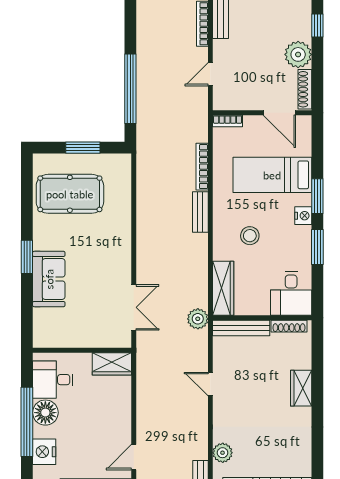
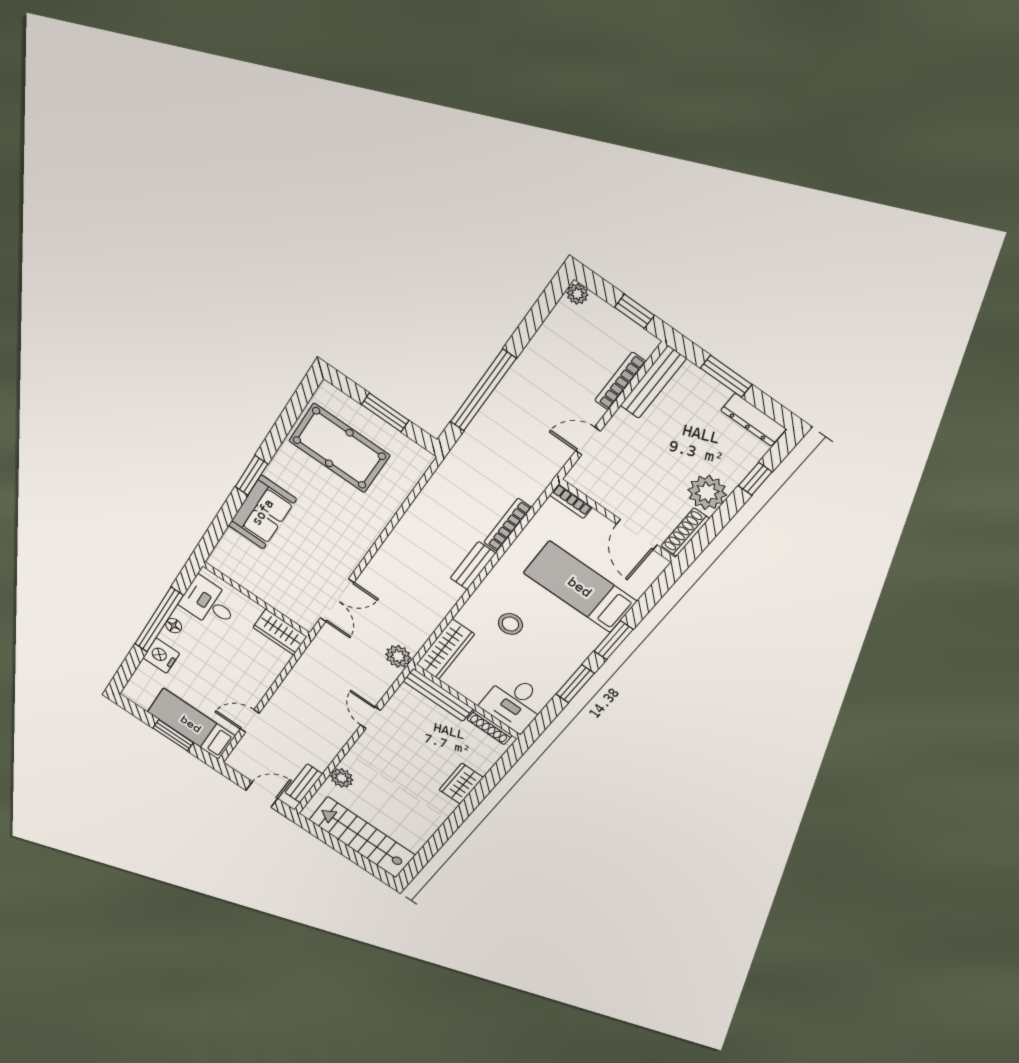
nightstand: (303, 216) -> (583, 647), removed
floor lamp: (45, 413) -> (174, 626), width x0.53, depth x0.53

